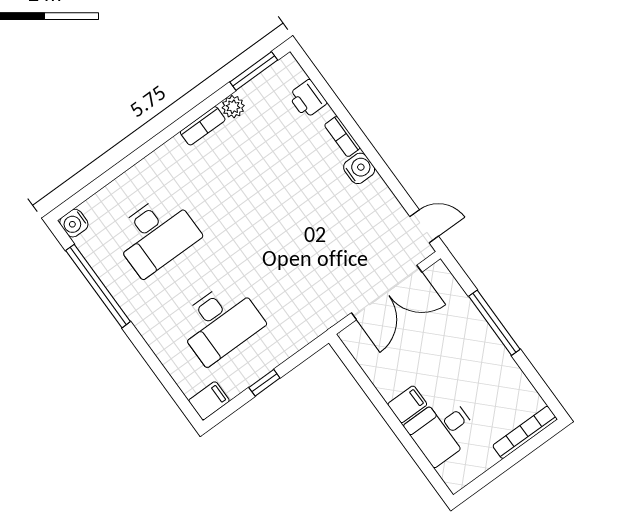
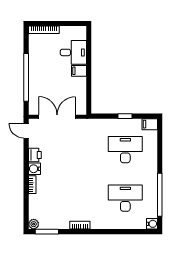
printer: (308, 99) -> (35, 155), moved
plant: (233, 107) -> (34, 224), moved
window: (494, 323) -> (26, 77), width x1.46

